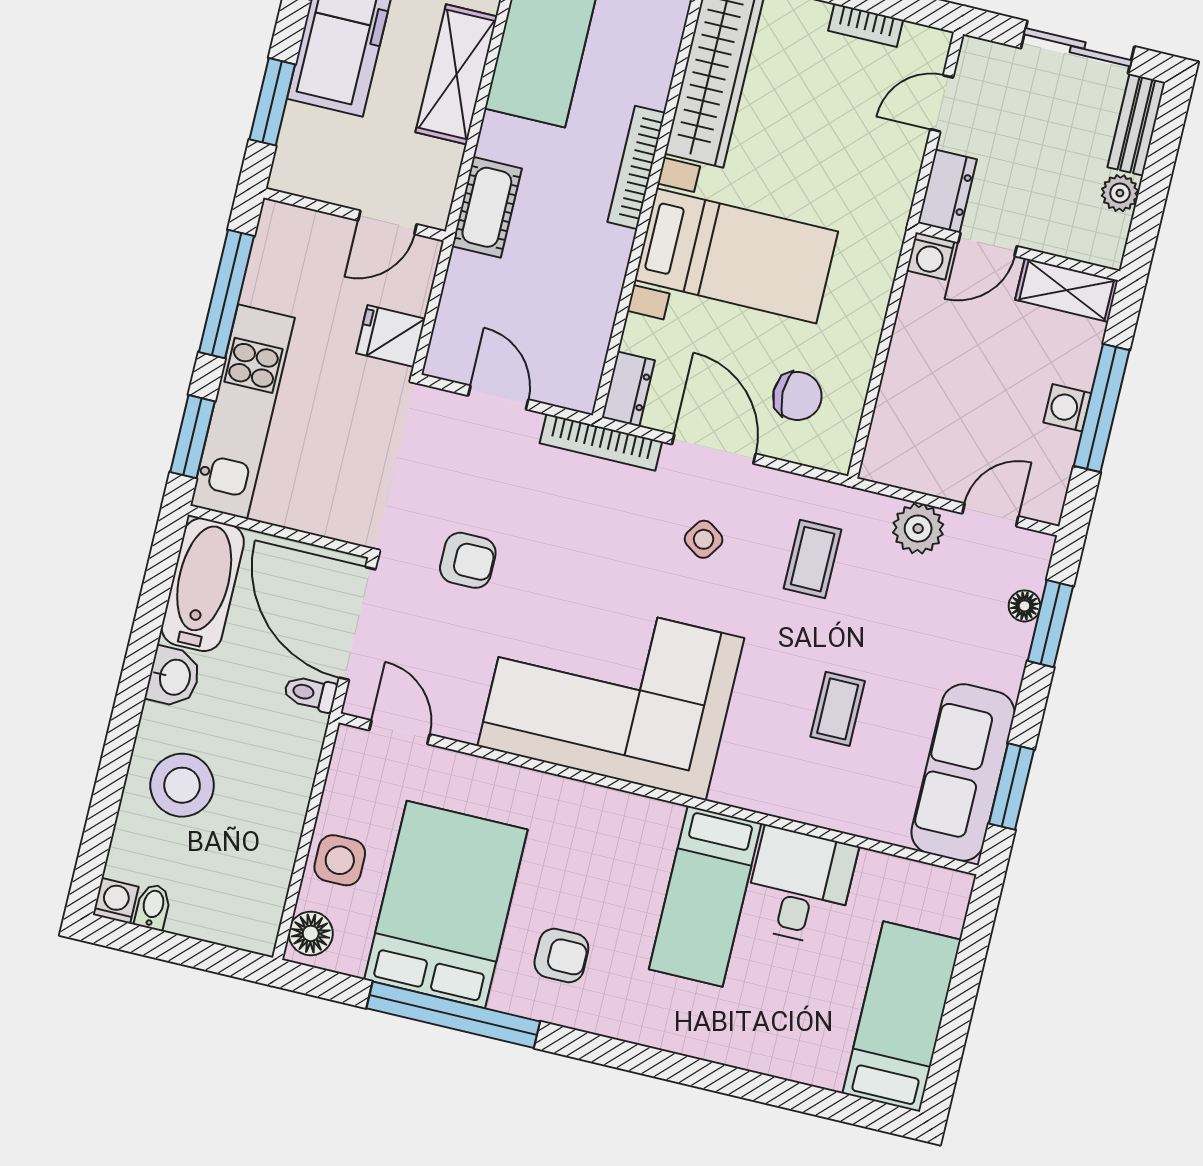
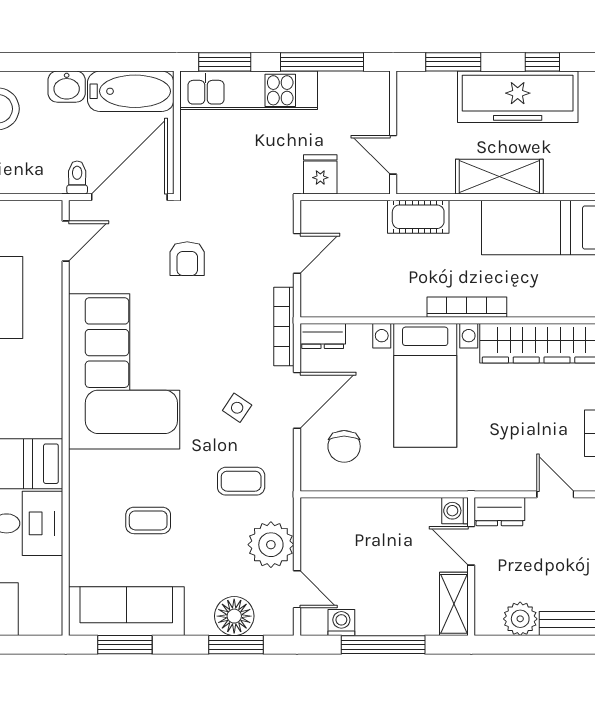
plant: (1120, 193) -> (520, 619), width x1.38, depth x1.38
washing machine: (1067, 408) -> (341, 622), moved
plant: (918, 529) -> (271, 545), width x1.36, depth x1.36
floor lamp: (1024, 606) -> (234, 616), width x1.89, depth x1.89

